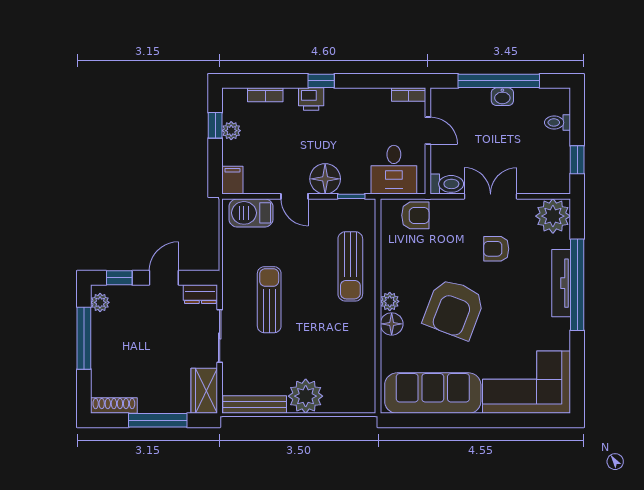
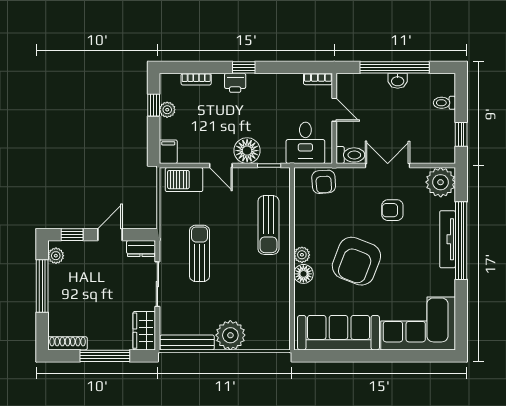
armchair: (415, 215) -> (324, 182), turned 86

